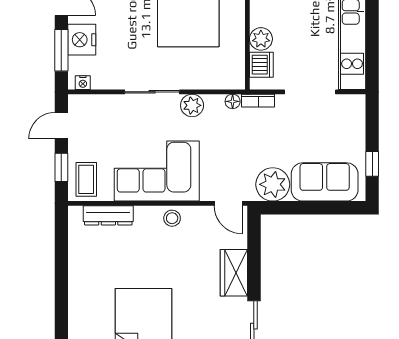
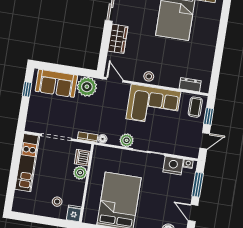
nightstand: (82, 40) -> (173, 165), moved, turned -90
dresser: (108, 215) -> (190, 85), width x0.70

